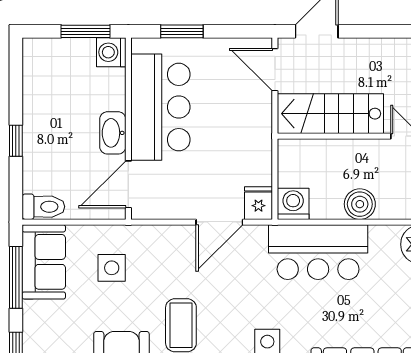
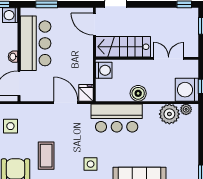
washbasin: (113, 133) -> (13, 57), width x0.52, depth x0.69
washing machine: (293, 204) -> (104, 70), moved, turned 90
door: (219, 222) -> (66, 103), swing flipped

